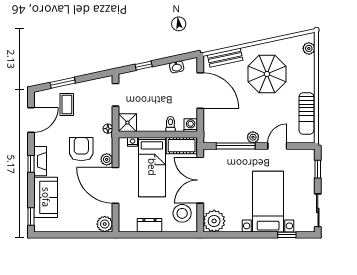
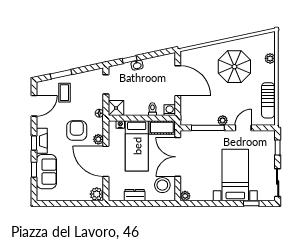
plant: (309, 48) -> (270, 58), moved
bench: (225, 58) -> (199, 53), removed
washbasin: (177, 67) -> (137, 65), moved
window: (31, 217) -> (34, 170), moved
plant: (214, 221) -> (185, 196), width x0.53, depth x0.53

